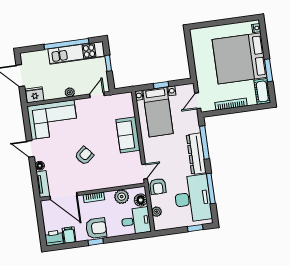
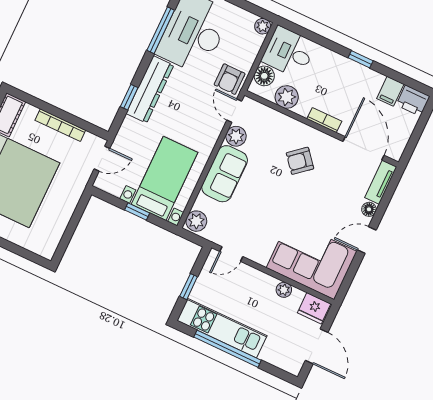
plant: (70, 92) -> (284, 290), moved
plant: (127, 100) -> (196, 221), added
window: (204, 143) -> (129, 97), width x0.46
door: (30, 149) -> (367, 240), swing flipped
armchair: (84, 156) -> (300, 161), moved
plant: (135, 159) -> (236, 136), added
door: (144, 171) -> (234, 111), hinge flipped
armchair: (158, 186) -> (230, 79), turned 180
plant: (157, 212) -> (263, 26), moved
armchair: (96, 228) -> (348, 77), removed

